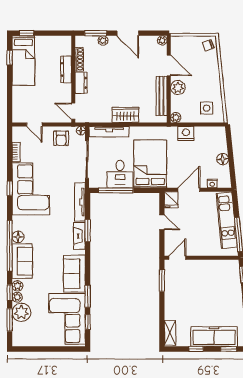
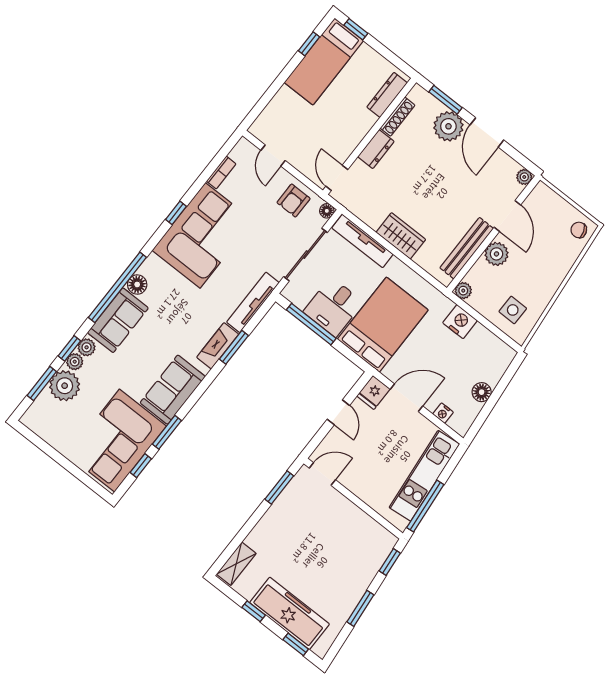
plant: (103, 41) -> (448, 126), width x1.88, depth x1.88
dresser: (66, 69) -> (387, 95), moved

